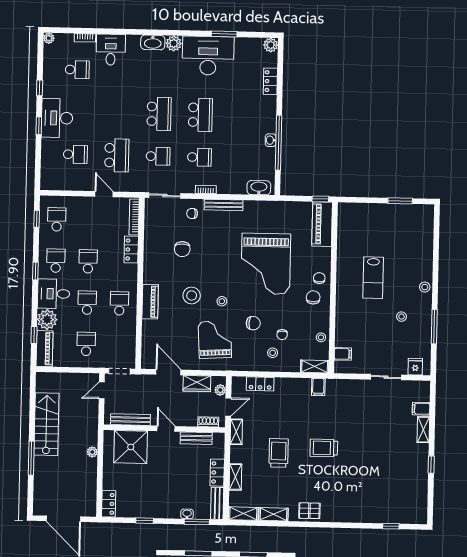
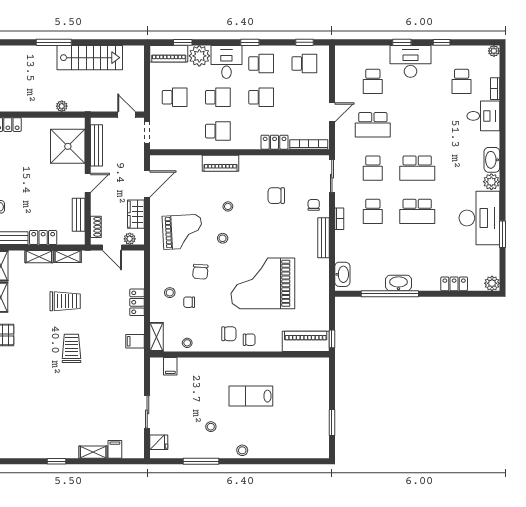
washbasin: (271, 140) -> (399, 283), width x1.91, depth x1.45
stool: (192, 295) -> (228, 206), width x0.53, depth x0.53
locker: (260, 384) -> (137, 302), moved
shelving: (236, 432) -> (68, 257), moved

